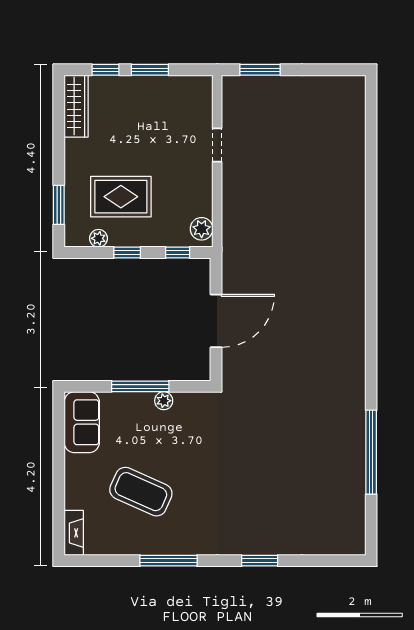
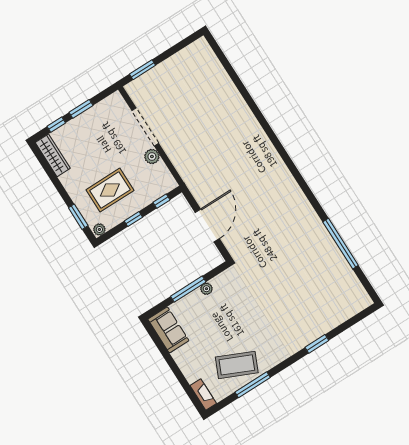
doorway: (217, 145) -> (145, 127), width x1.88
plant: (202, 229) -> (152, 156), moved
plant: (98, 238) -> (99, 229), moved
coffee table: (141, 492) -> (237, 365), moved
window: (168, 561) -> (253, 385), moved

